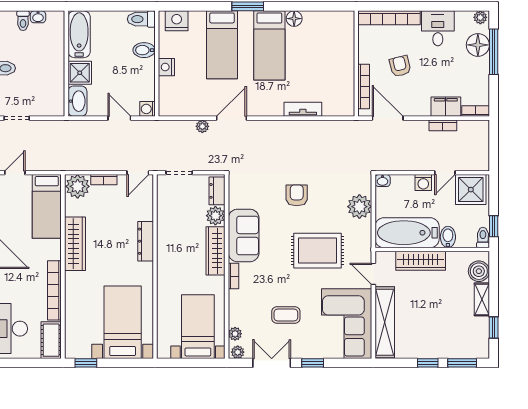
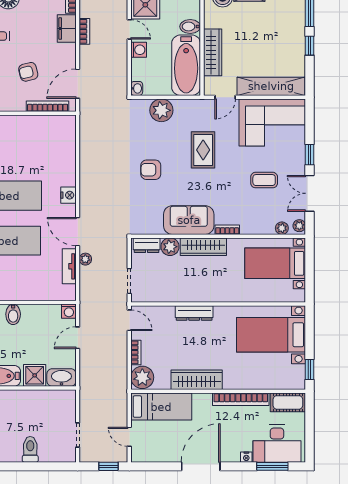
nightstand: (166, 67) -> (68, 195), moved, turned -90
tv unit: (303, 109) -> (69, 266), moved
rug: (318, 251) -> (203, 150), width x0.73, depth x0.70
coffee table: (286, 315) -> (264, 180), turned 90

